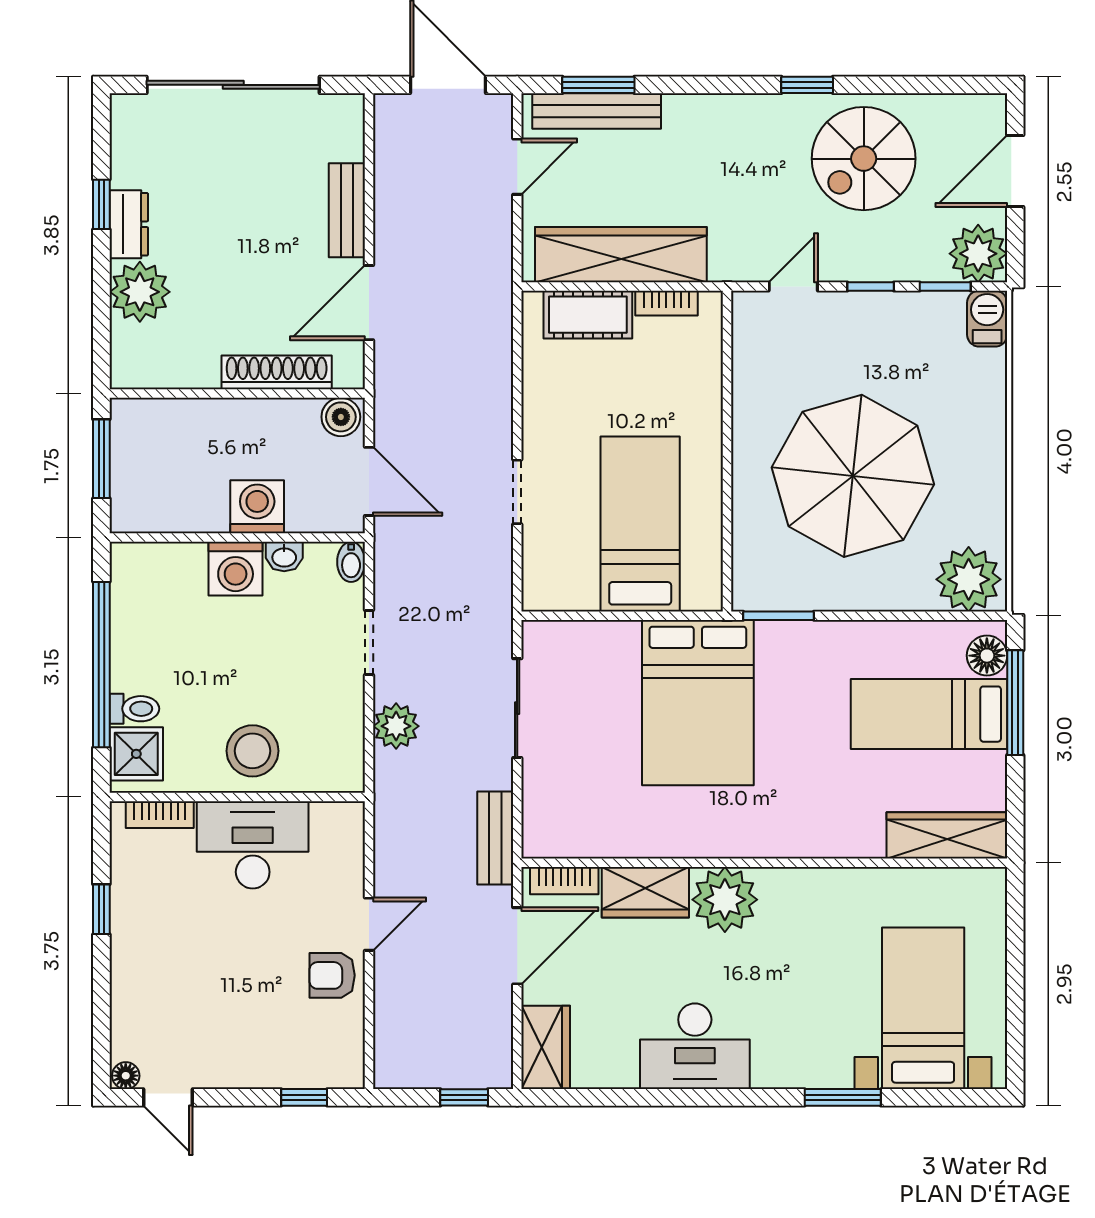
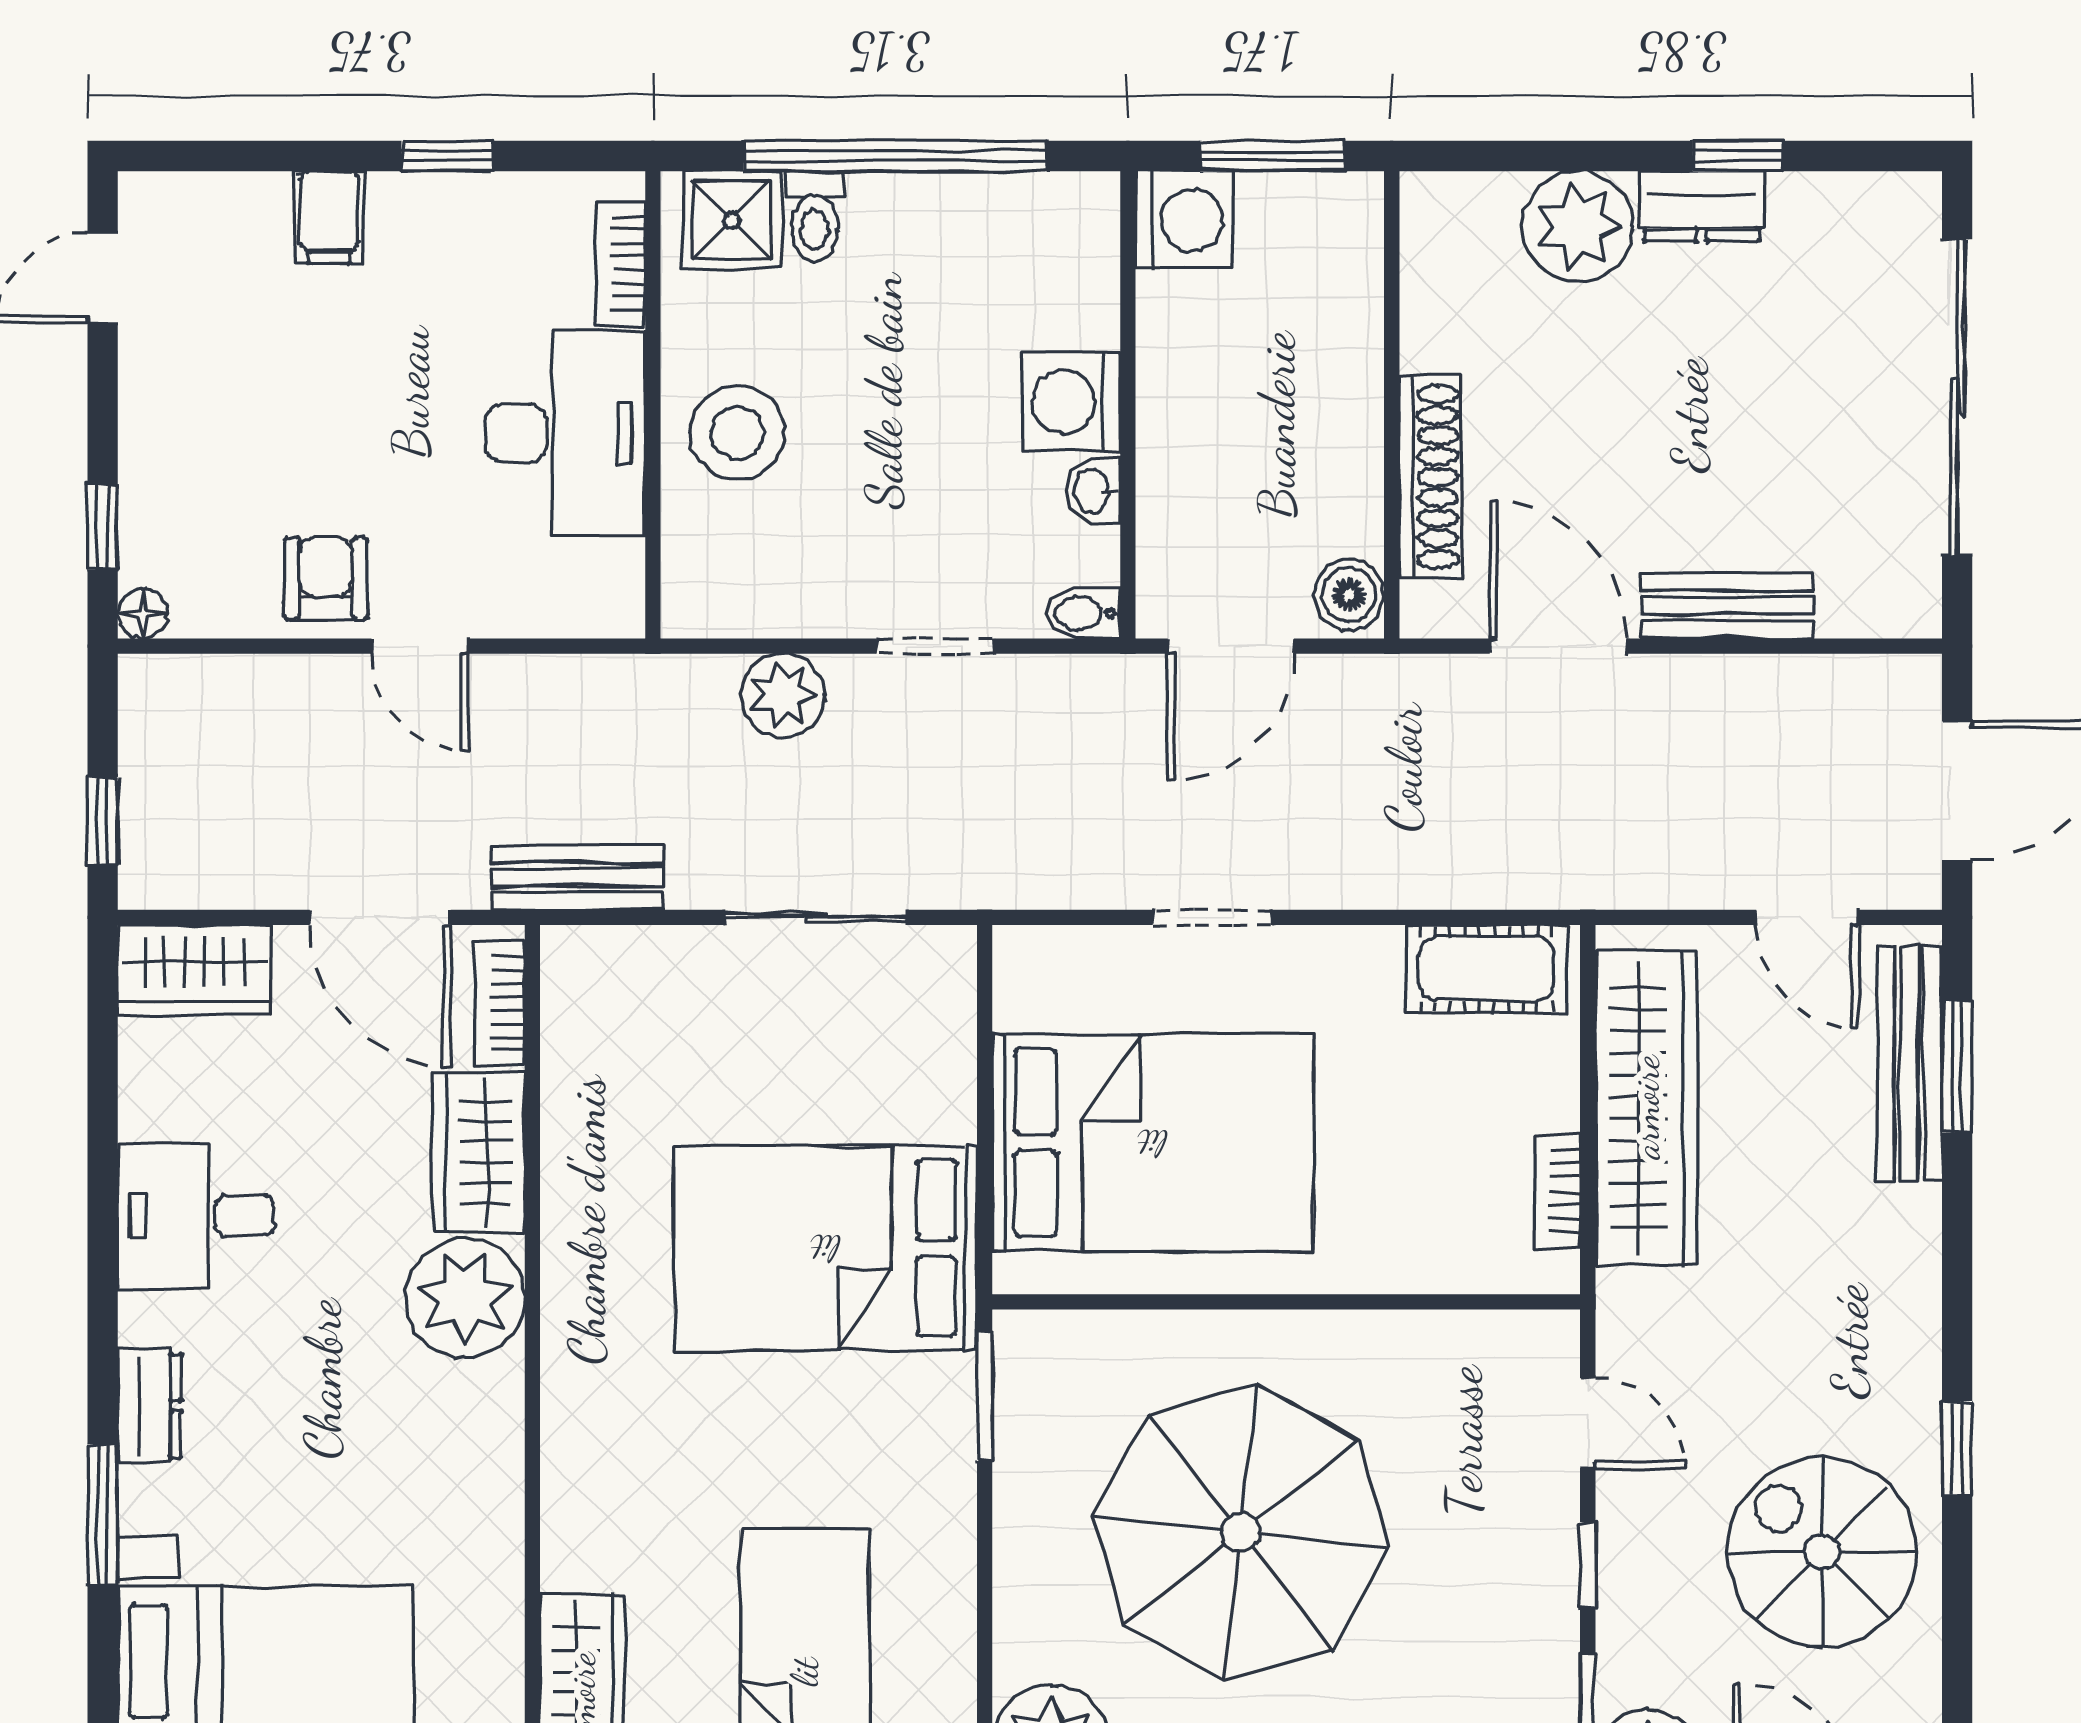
cot: (588, 315) -> (1487, 969), moved, turned 90
washing machine: (257, 507) -> (1184, 220), moved
bed: (640, 524) -> (1153, 1143), width x1.50
filing cabinet: (135, 974) -> (329, 217), added
desk: (695, 1046) -> (196, 1216), width x0.73
dresser: (784, 1072) -> (150, 1406), added
floor lamp: (126, 1076) -> (143, 614), moved

